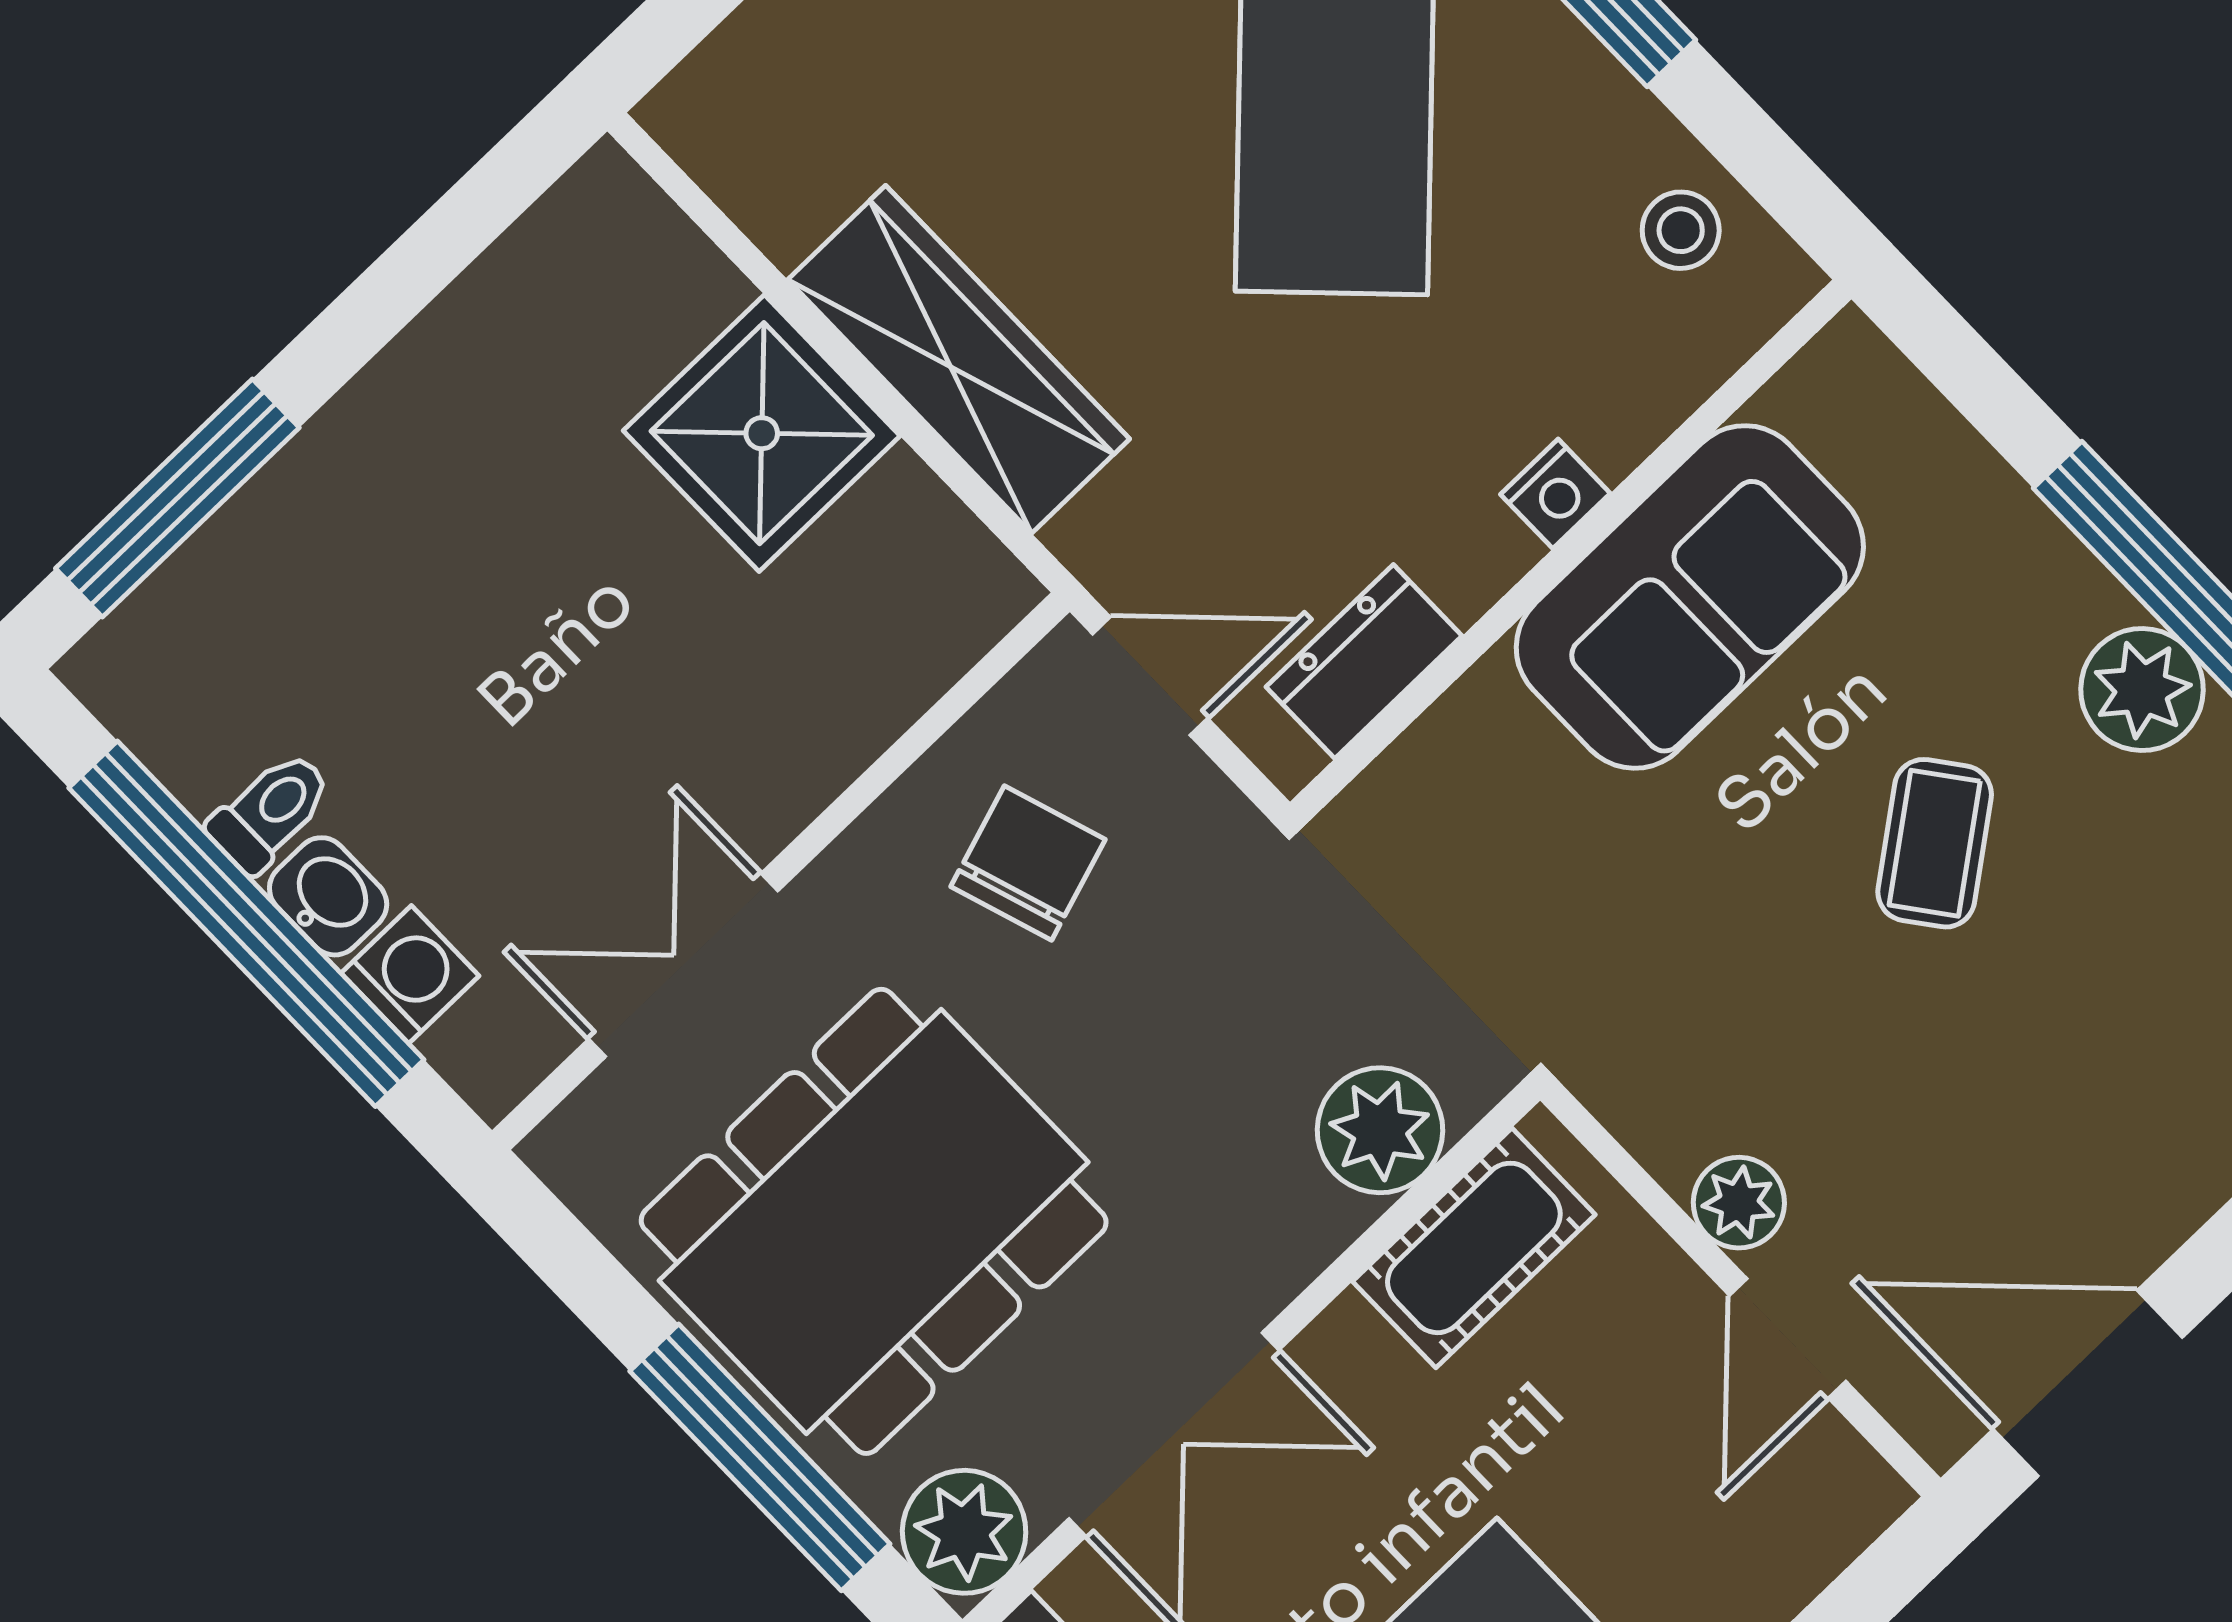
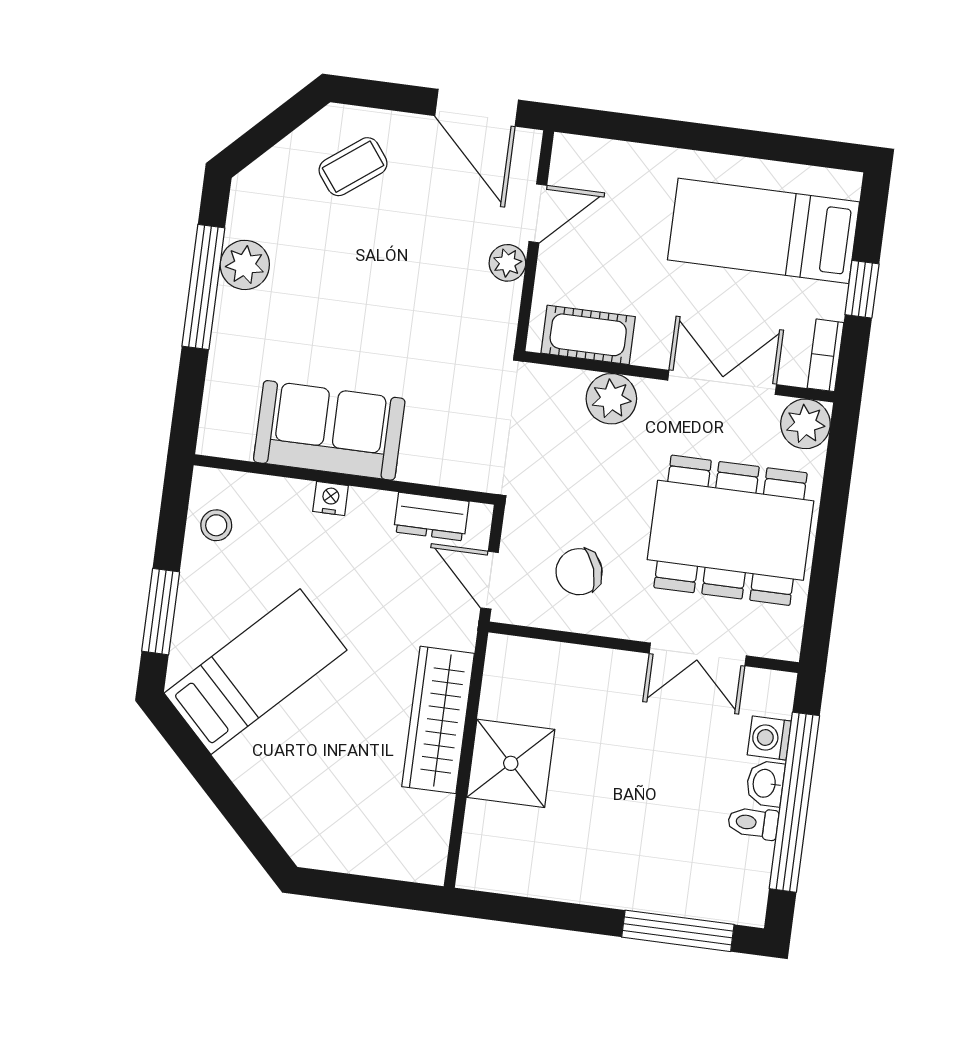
coffee table: (1935, 843) -> (353, 167), moved
plant: (1380, 1130) -> (611, 399), moved
window: (760, 1457) -> (833, 507), removed

